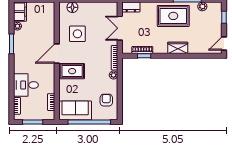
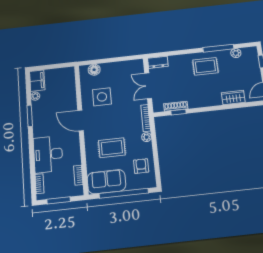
rug: (173, 16) -> (205, 66), width x0.73, depth x0.70
wardrobe: (178, 48) -> (233, 98), moved
door: (57, 53) -> (81, 121), hinge flipped
rug: (72, 71) -> (112, 148), moved
desk: (26, 85) -> (48, 154), width x1.37

